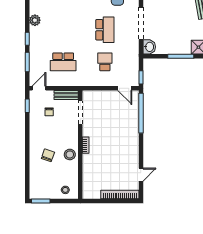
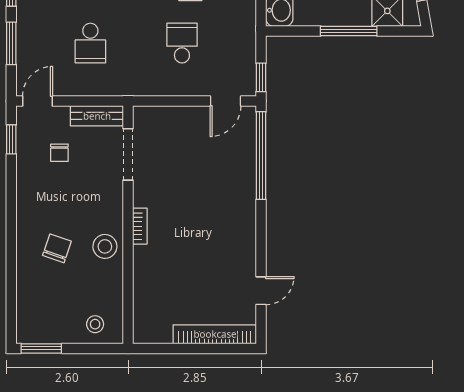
school desk: (63, 62) -> (90, 43), width x0.54
door: (125, 88) -> (226, 101), hinge flipped

